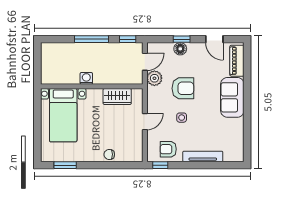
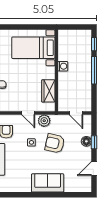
window: (128, 39) -> (94, 44), moved
piano: (237, 61) -> (77, 187), removed
plant: (154, 78) -> (44, 121), moved
armchair: (183, 88) -> (55, 143), turned 103

